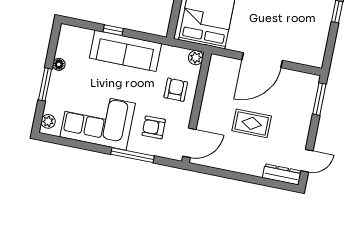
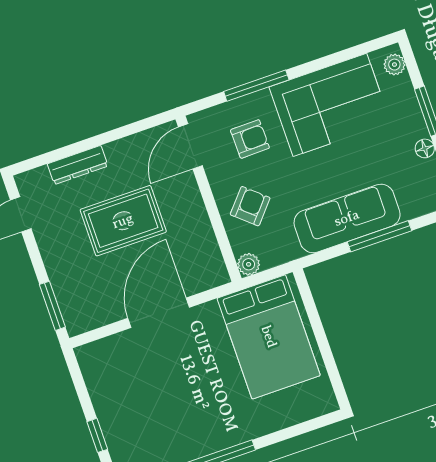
window: (113, 30) -> (380, 236), width x2.17
armchair: (176, 90) -> (250, 206), turned -139
rug: (252, 123) -> (123, 221), width x1.36, depth x1.43
dresser: (282, 174) -> (78, 165), moved

